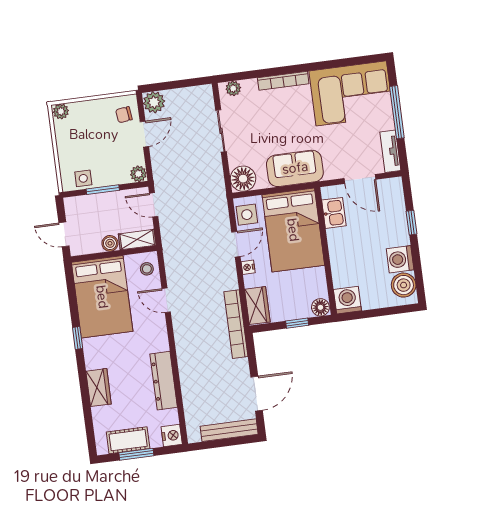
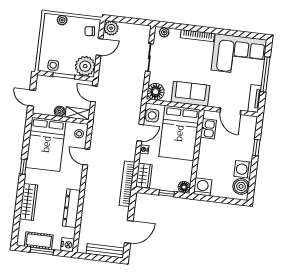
plant: (61, 111) -> (62, 20), moved
plant: (138, 174) -> (85, 66), width x1.88, depth x1.88
wardrobe: (99, 388) -> (29, 202), width x1.50

